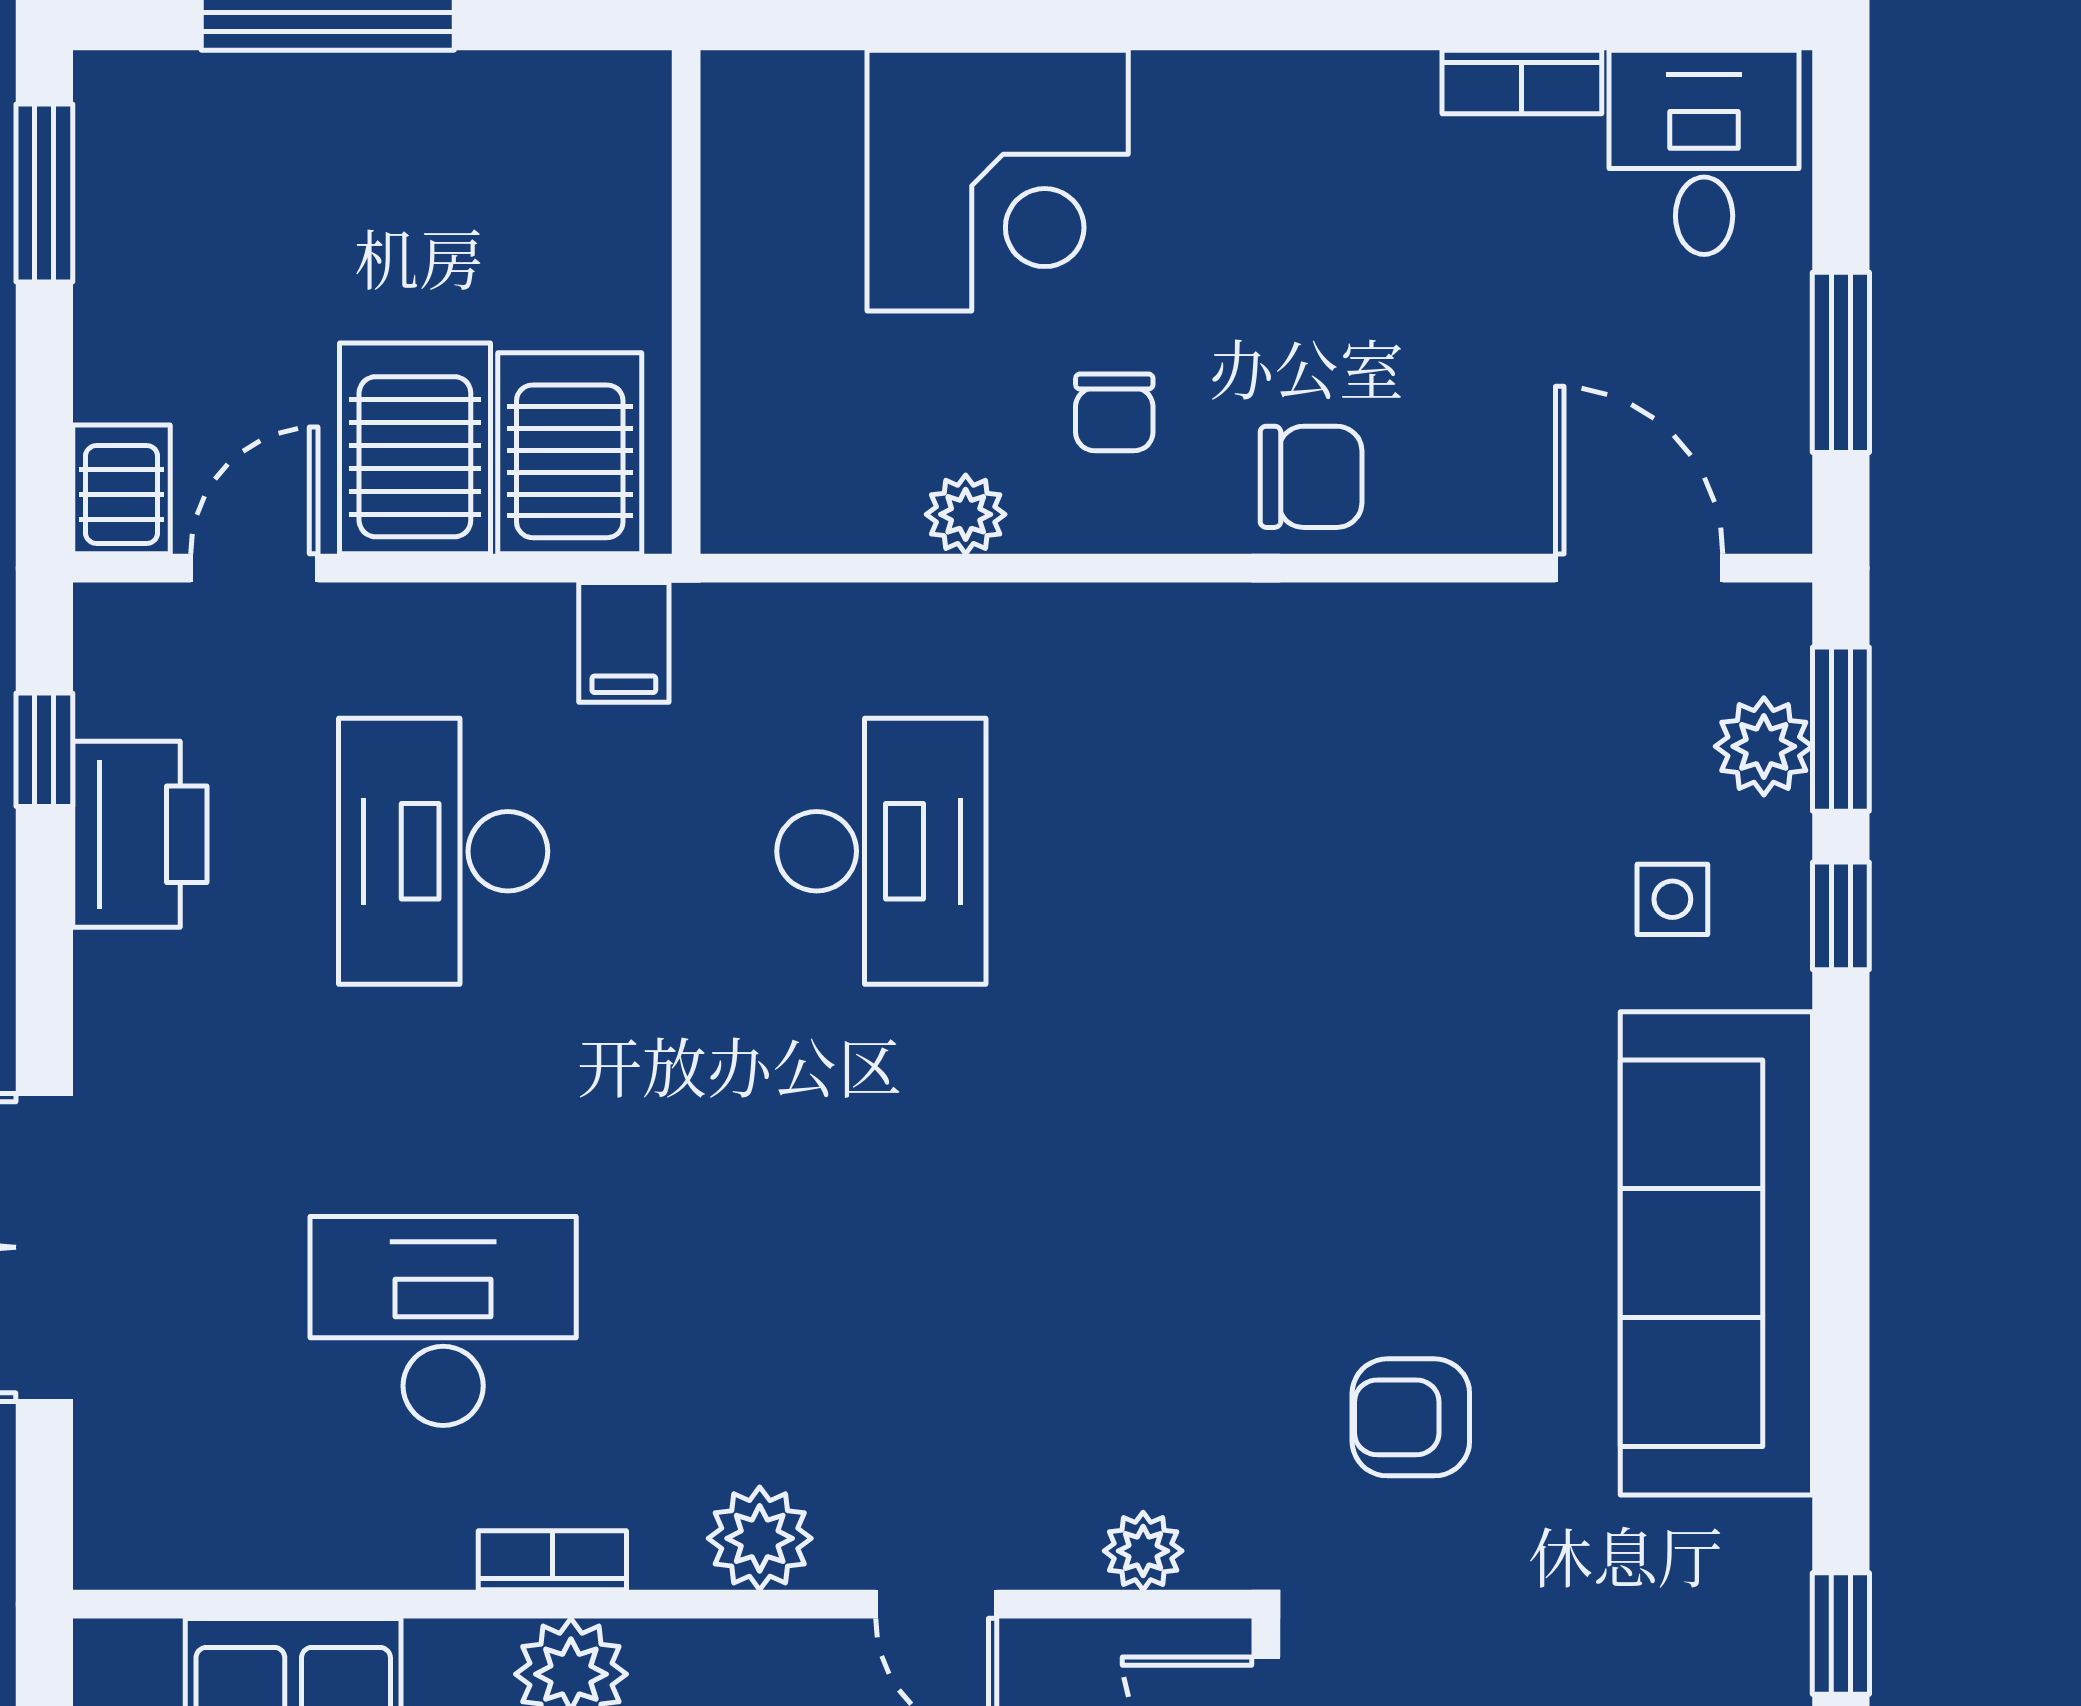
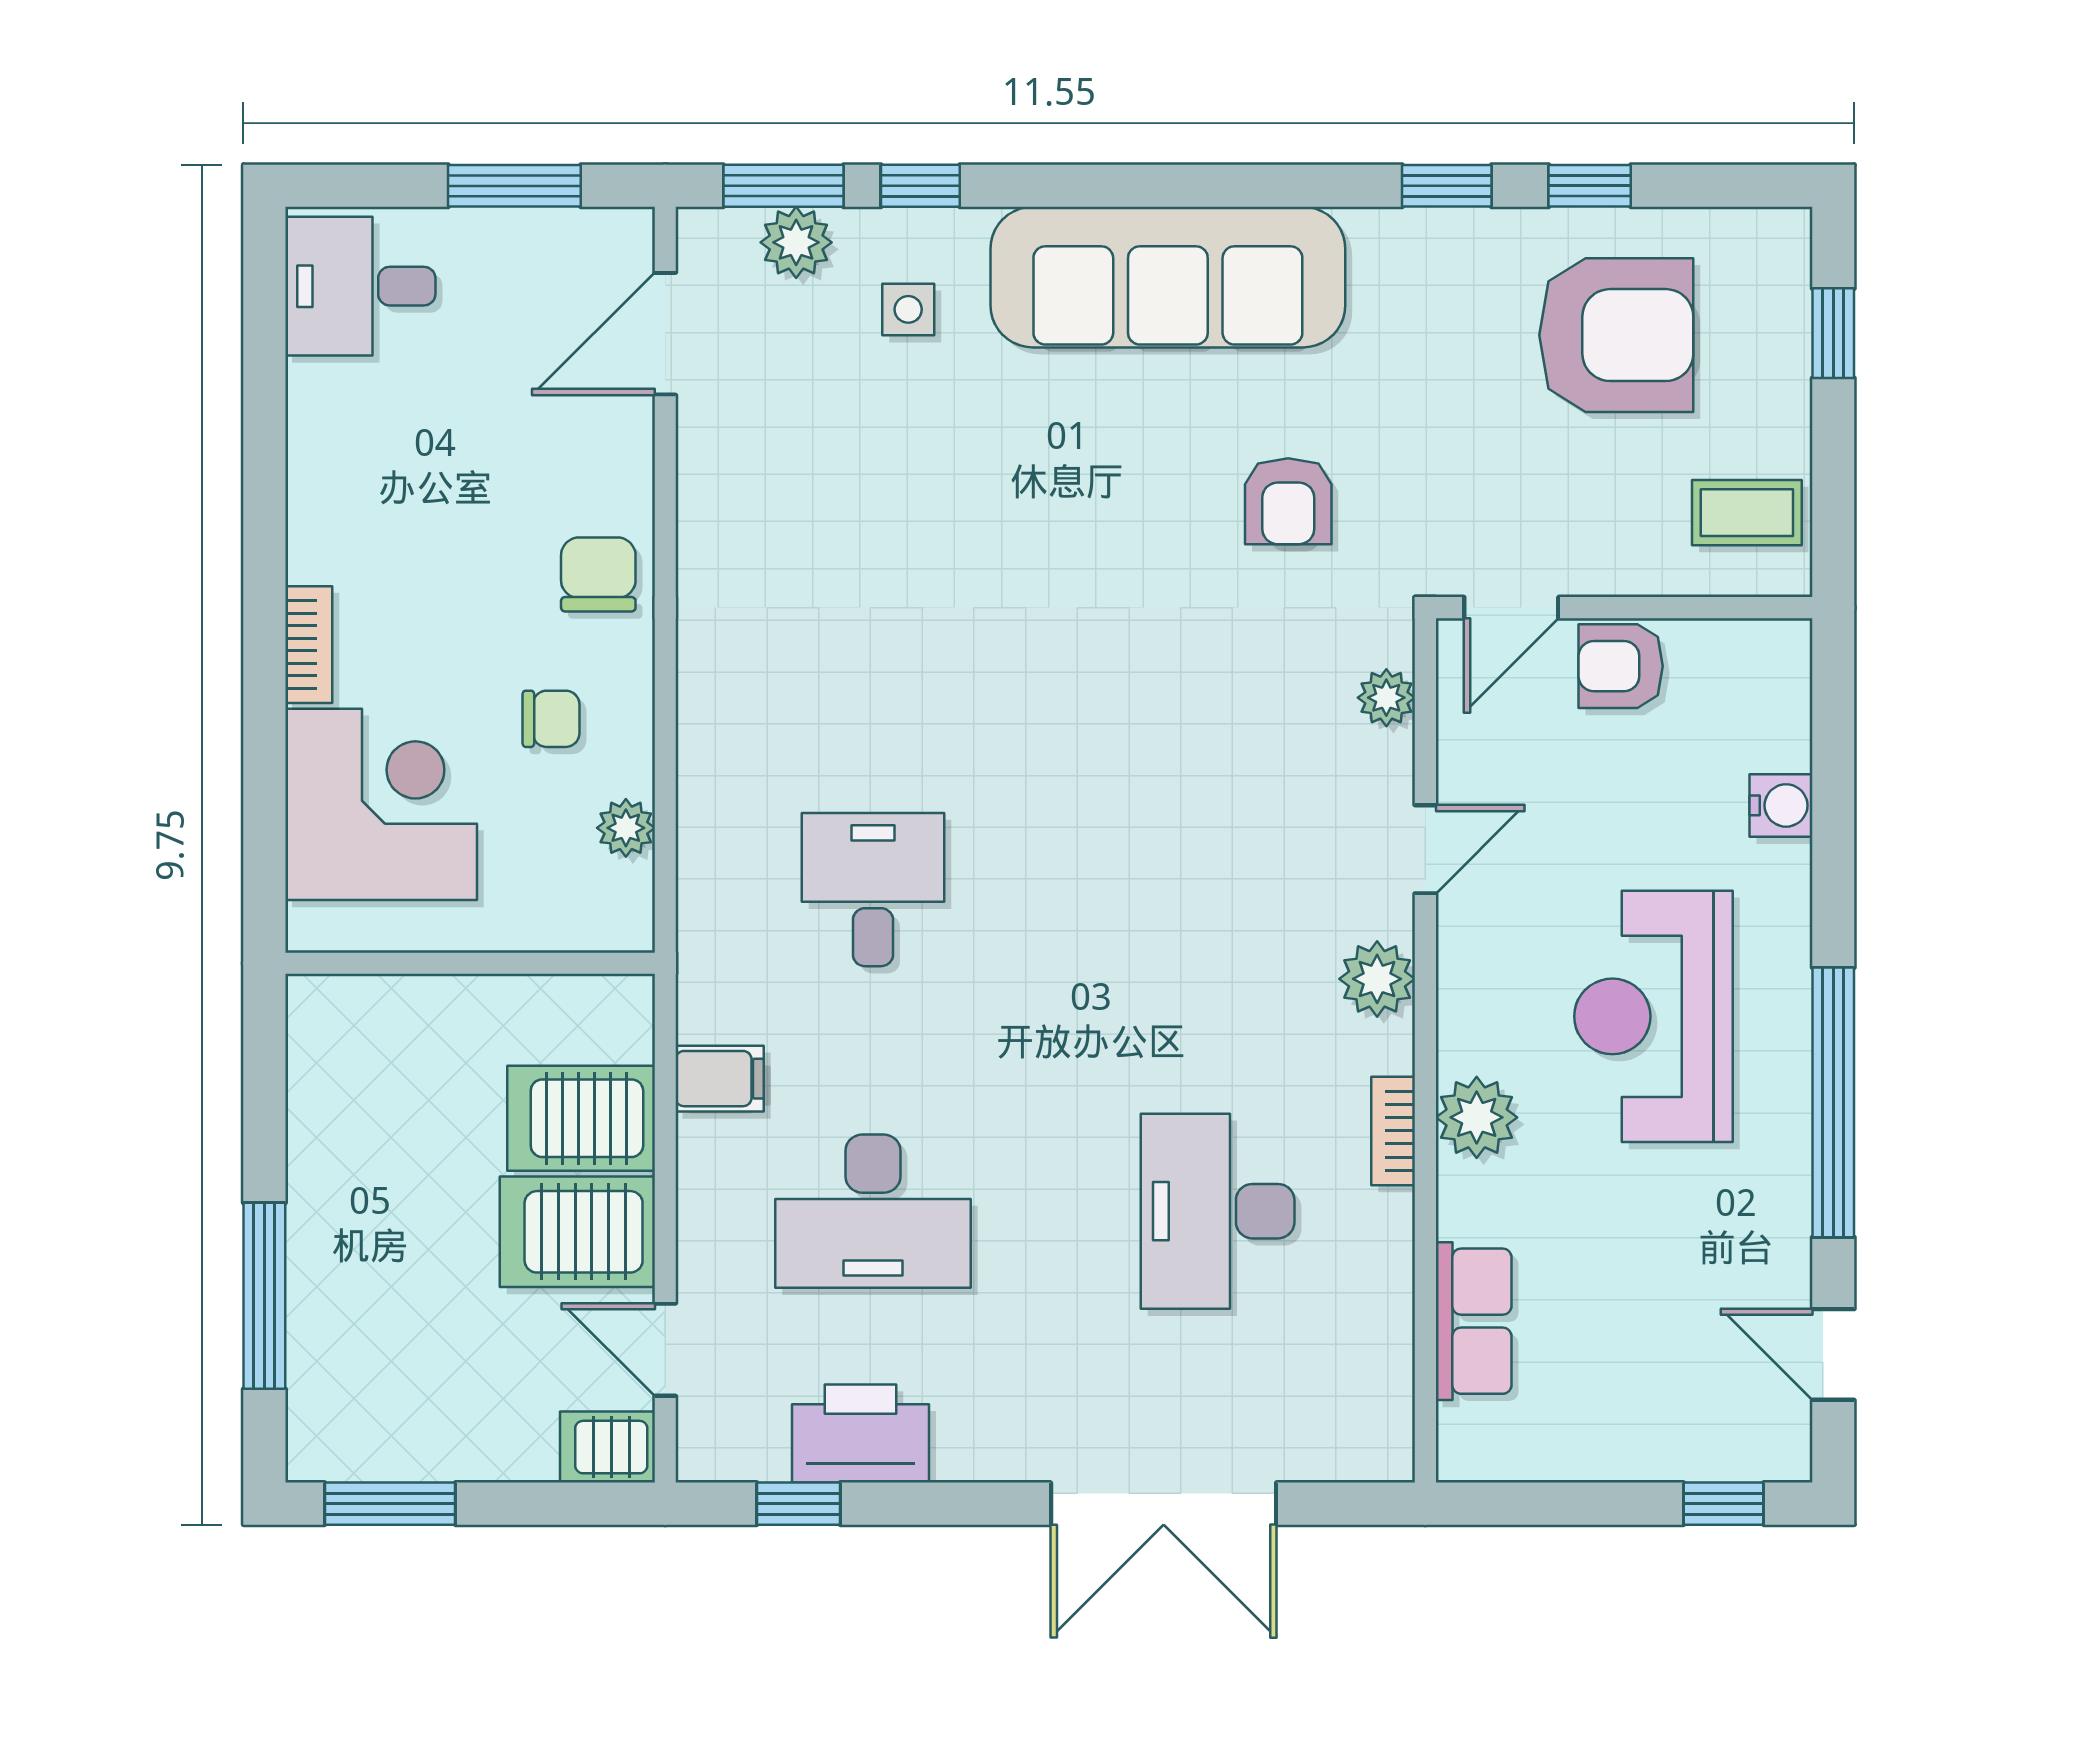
bookcase: (1522, 82) -> (309, 645), moved
wall: (686, 302) -> (470, 963), moved
desk: (881, 851) -> (873, 890), width x0.73

